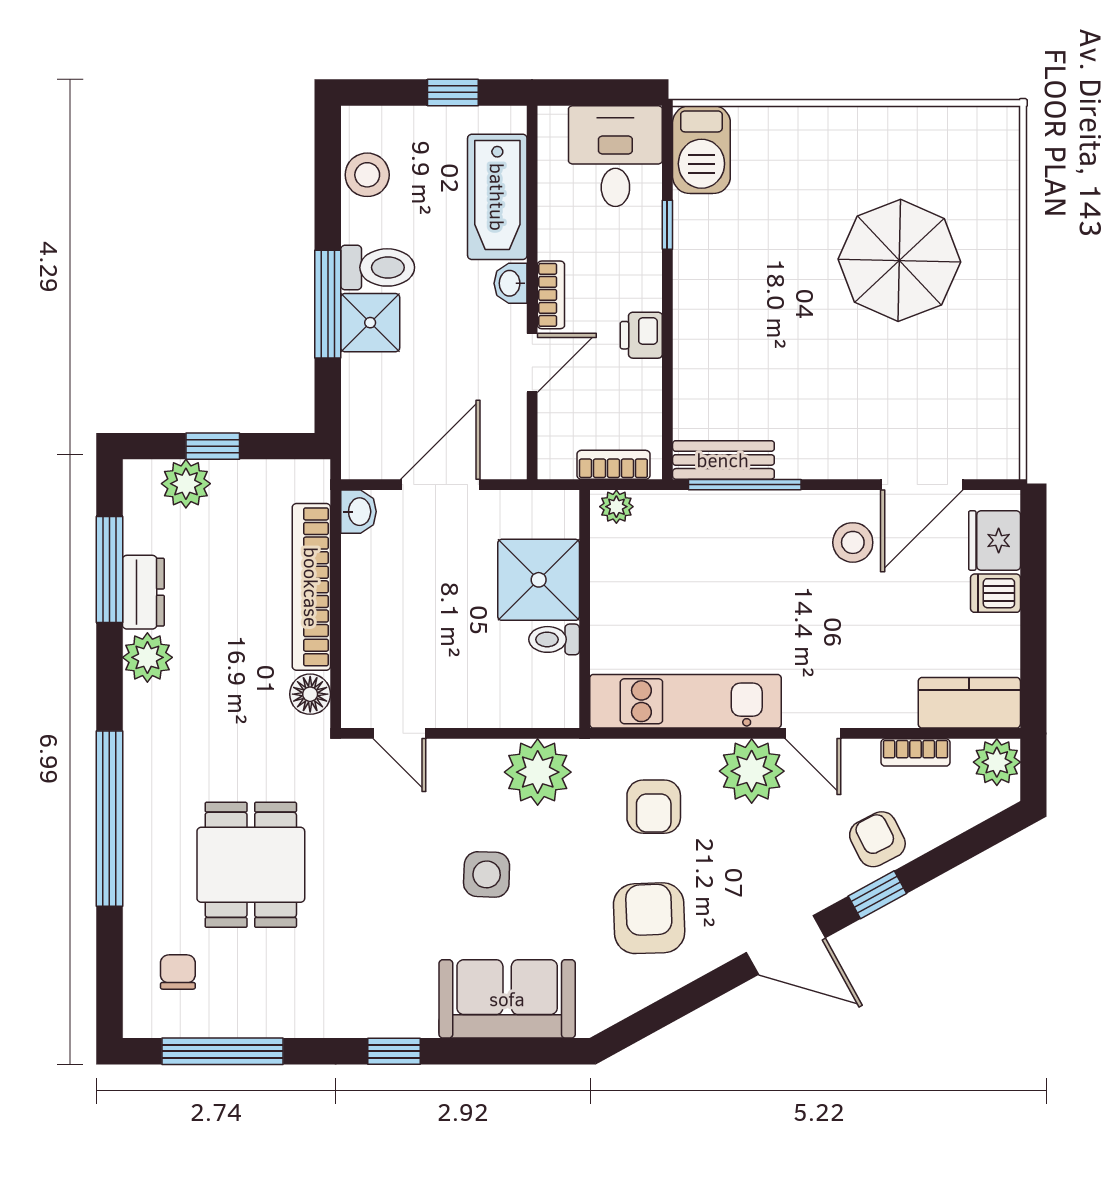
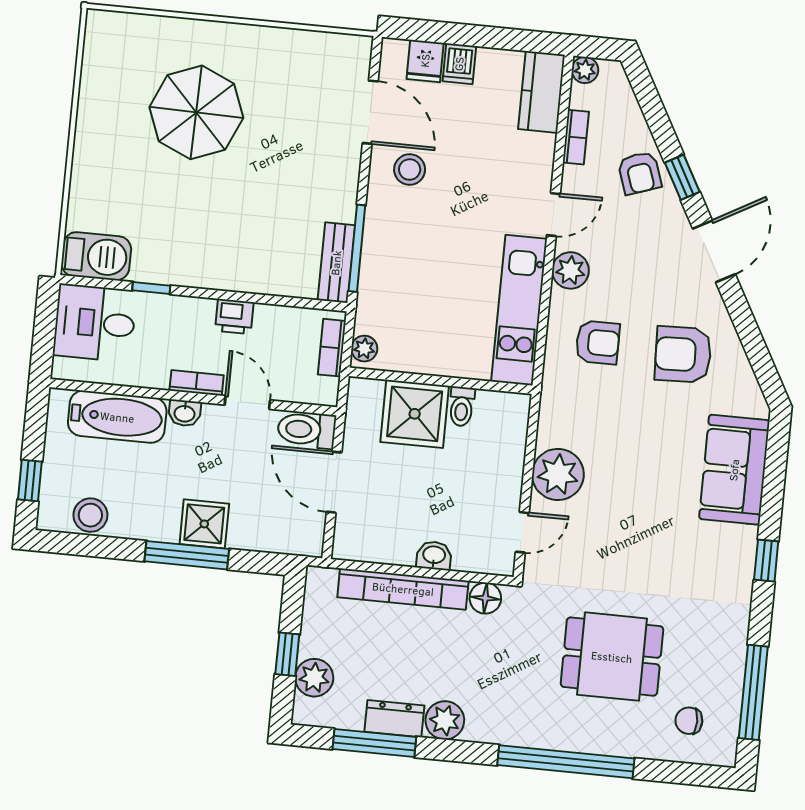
window: (453, 92) -> (30, 481), moved
toilet: (378, 267) -> (307, 430), moved, turned -90
washbasin: (359, 512) -> (434, 556), moved
fridge: (995, 540) -> (425, 61), width x0.72
plant: (997, 762) -> (585, 70), width x0.73, depth x0.73
plant: (752, 771) -> (570, 270), width x0.73, depth x0.73
plant: (538, 772) -> (558, 474), moved
armchair: (877, 839) -> (640, 173), turned -82
side table: (487, 874) -> (637, 476), removed

